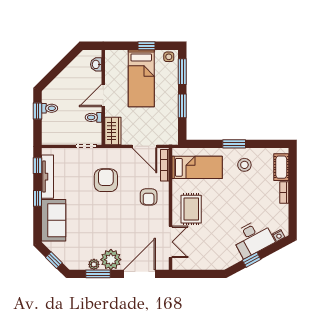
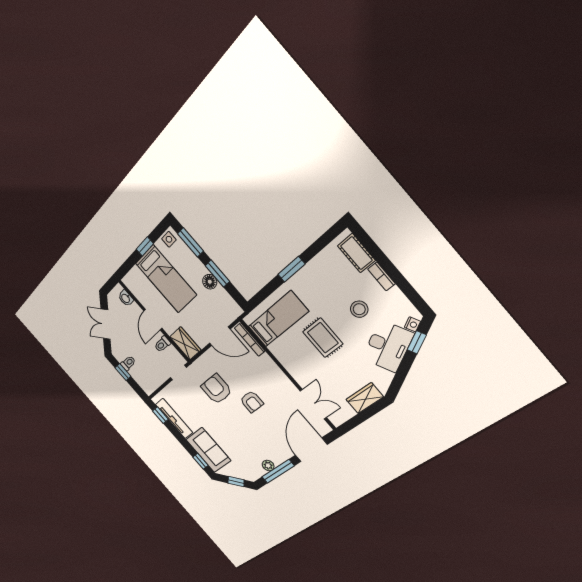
double door: (60, 67) -> (106, 324), added
floor lamp: (172, 106) -> (210, 282), added
stool: (244, 165) -> (359, 309), moved
armchair: (149, 197) -> (252, 402), moved
window: (37, 198) -> (200, 461), moved
rug: (191, 209) -> (323, 338), moved
plant: (111, 260) -> (278, 453), removed
window: (252, 260) -> (417, 342), moved
wardrobe: (210, 262) -> (365, 398), added
window: (98, 274) -> (278, 471), width x1.44

